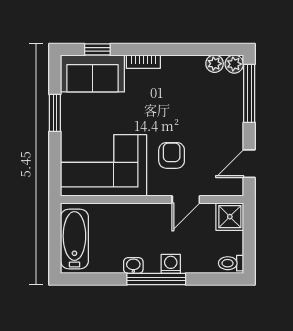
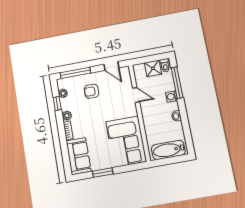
window: (97, 49) -> (57, 103), moved
plant: (234, 64) -> (67, 116), moved
armchair: (172, 155) -> (91, 91), moved
shower: (230, 217) -> (153, 68), moved
window: (156, 279) -> (177, 83), moved

